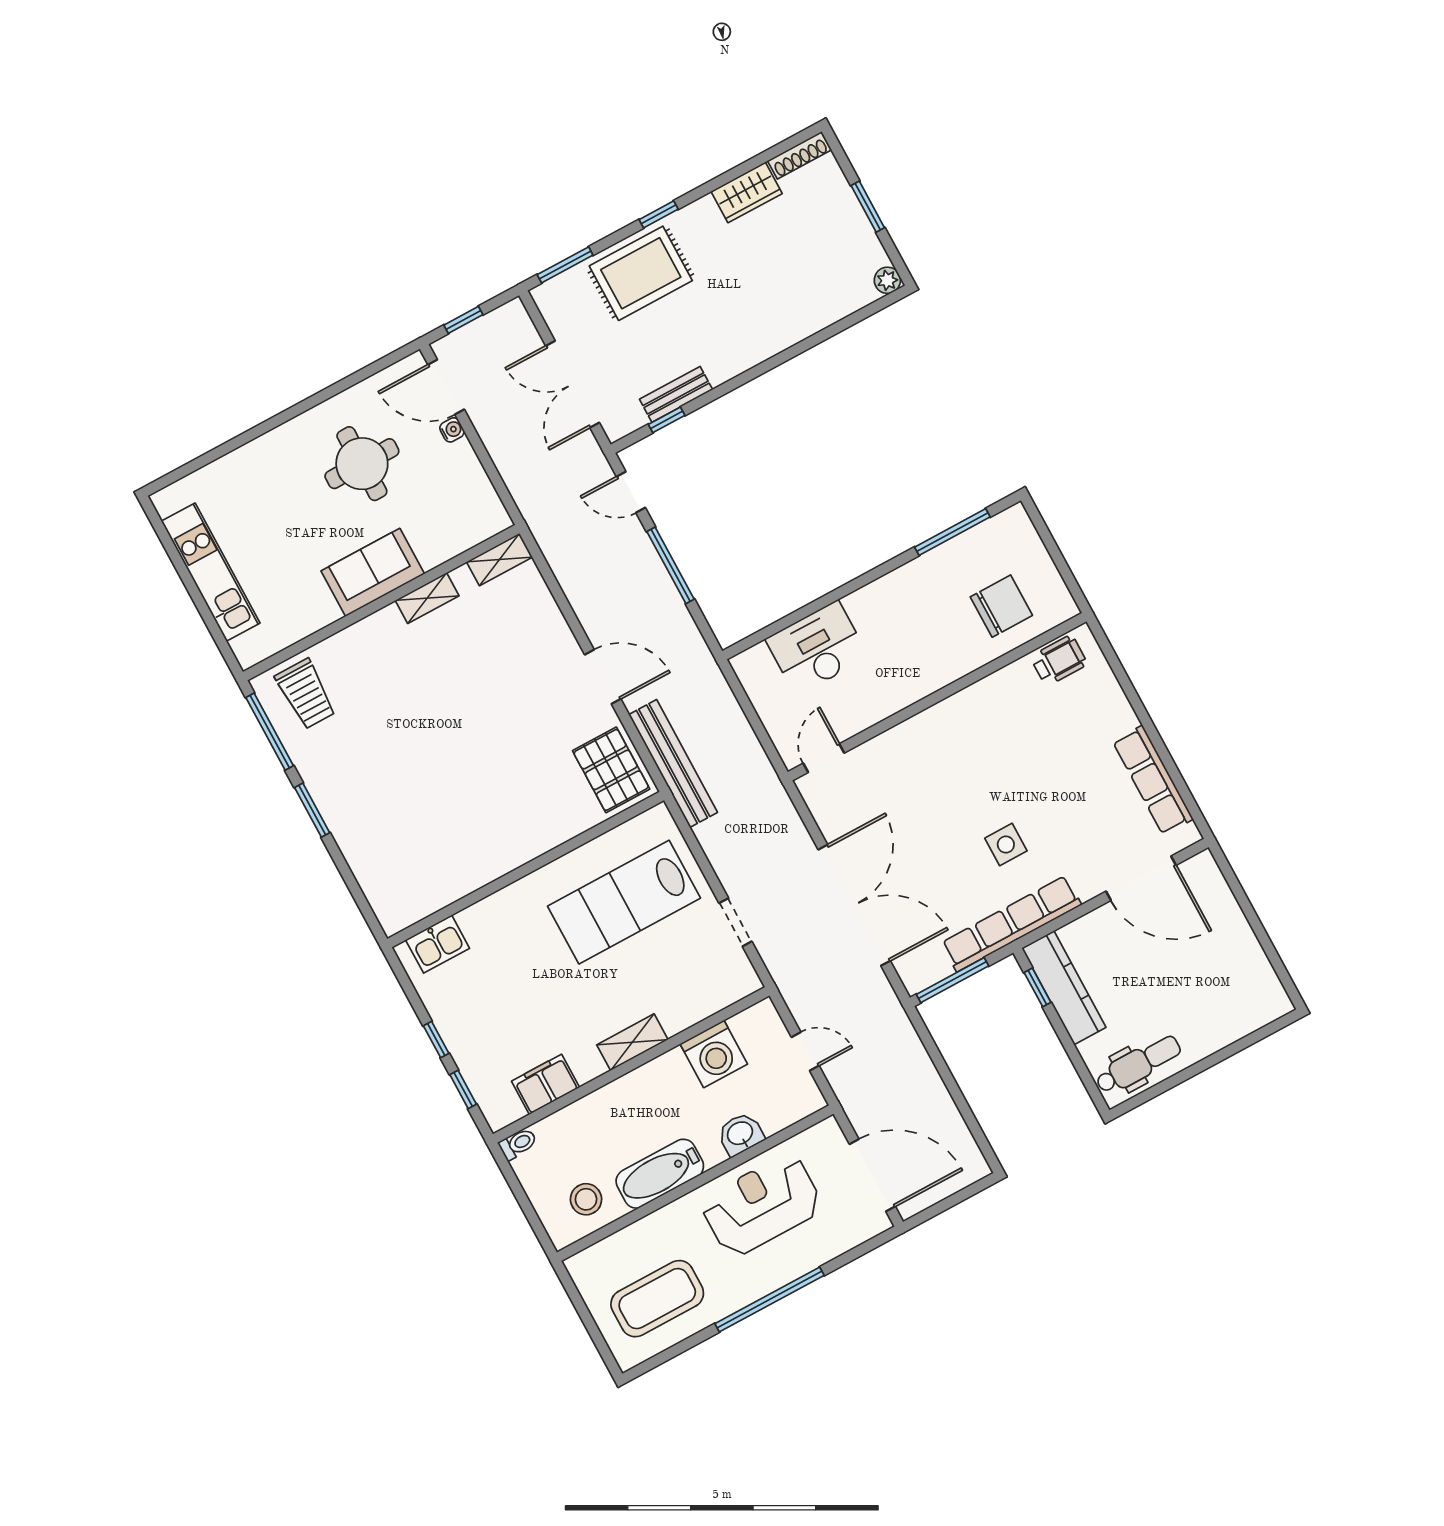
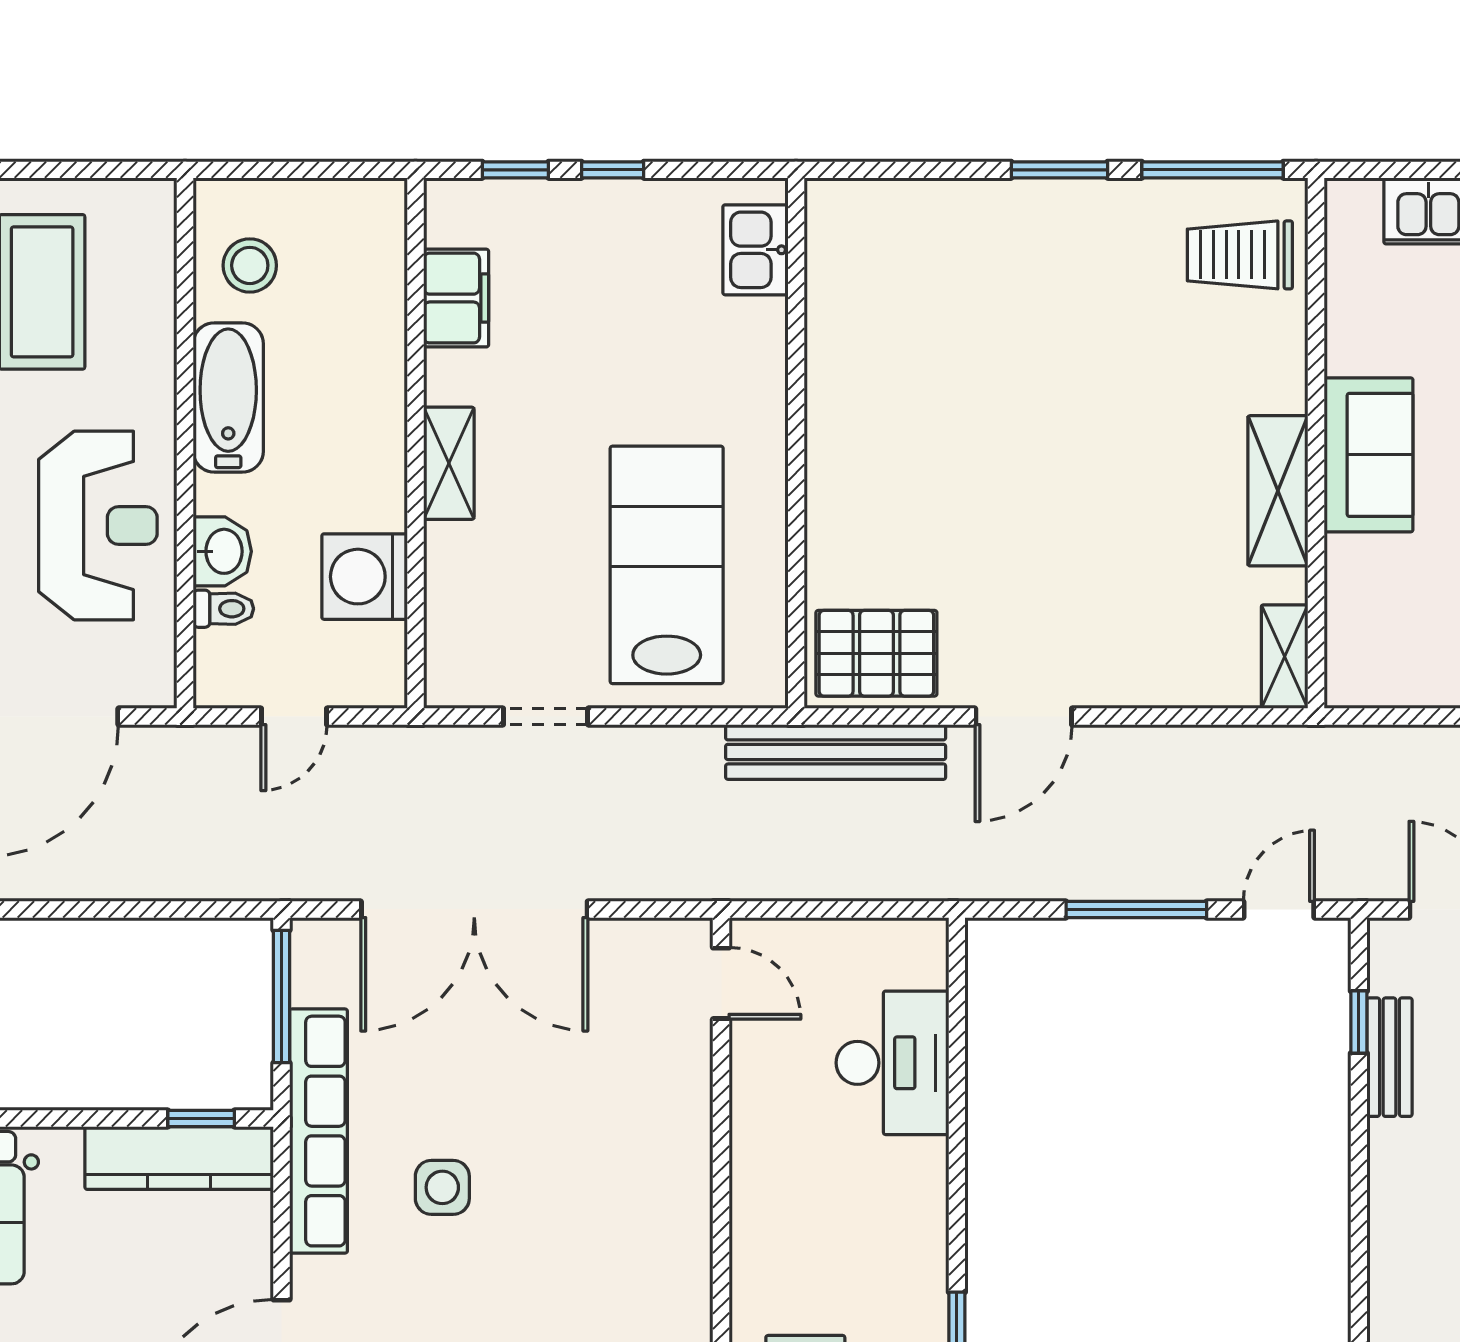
shelving: (427, 598) -> (1278, 491), width x1.50, depth x1.33
toilet: (518, 1144) -> (223, 609), moved, turned -90

